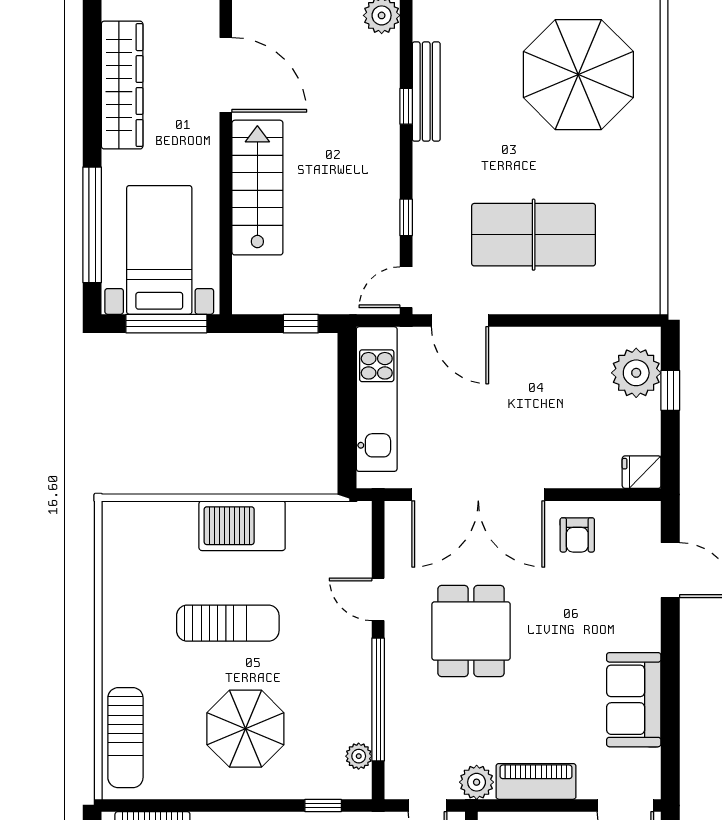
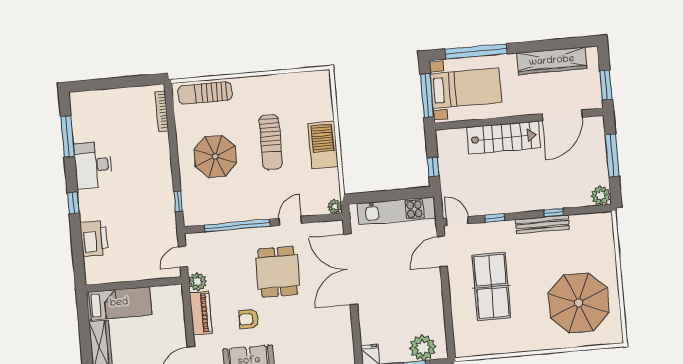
bench: (426, 92) -> (542, 225), moved
armchair: (577, 535) -> (249, 319), moved
dining table: (471, 631) -> (278, 272), turned 90
plant: (359, 756) -> (335, 207), moved

